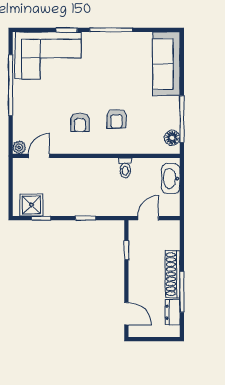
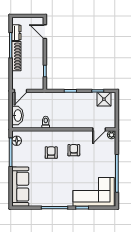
door: (148, 218) -> (21, 91), moved

